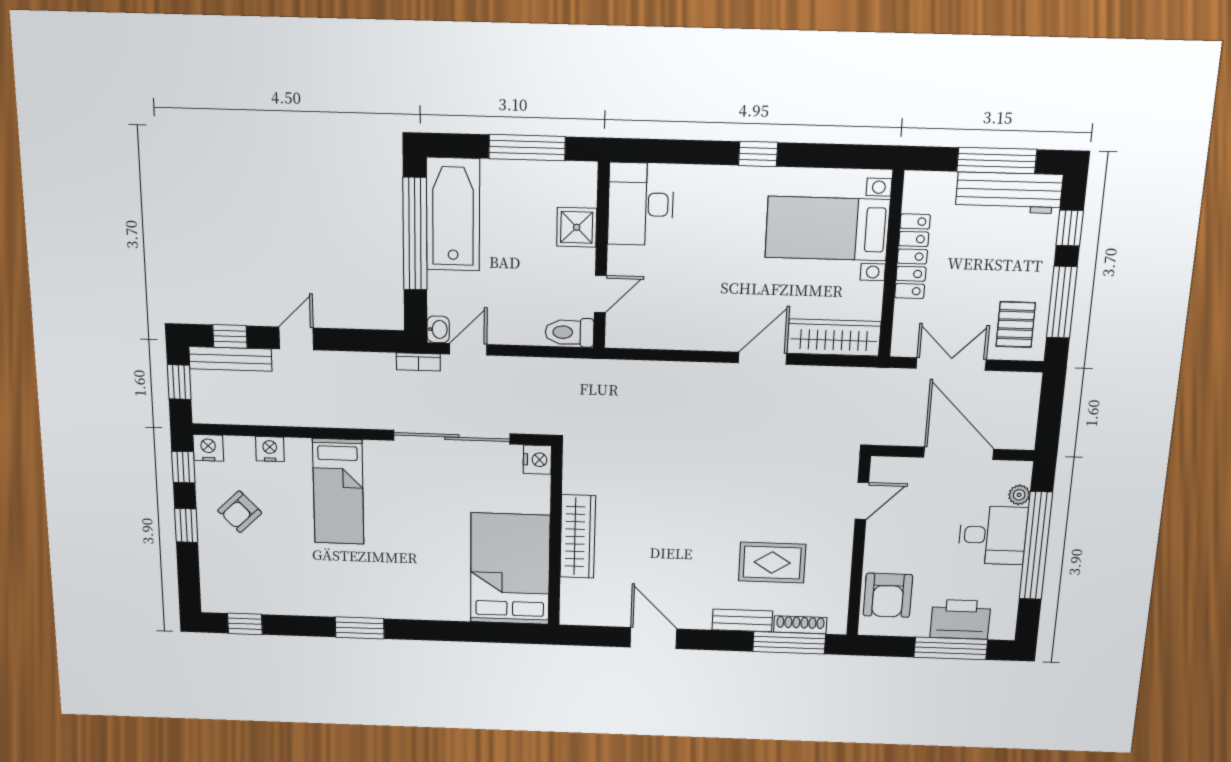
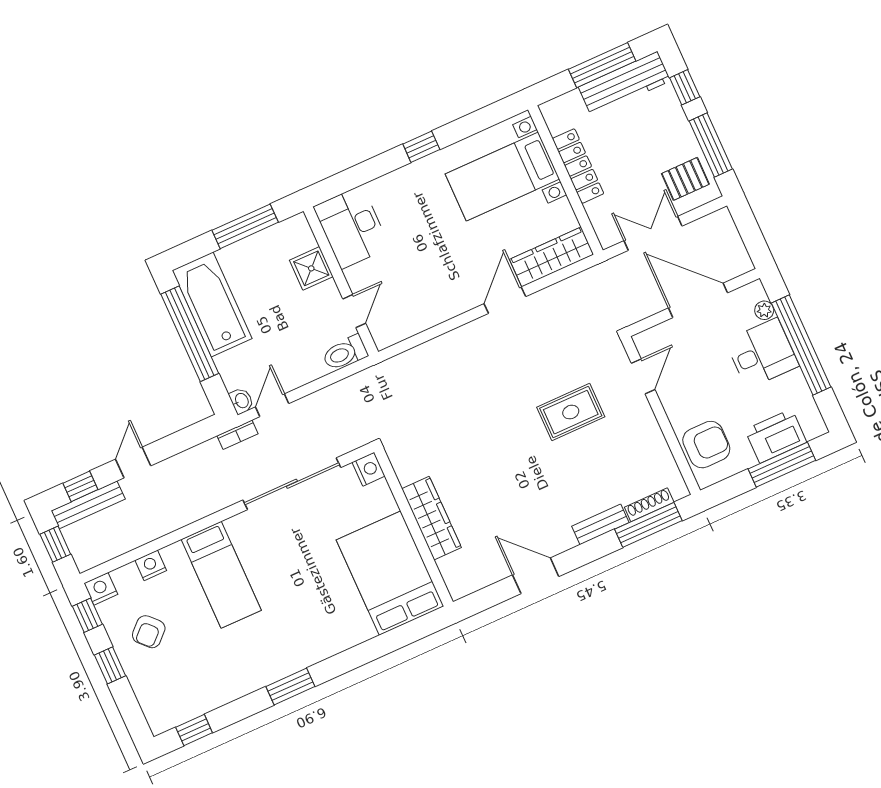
pallet: (1016, 325) -> (685, 179), turned 90
rug: (772, 563) -> (571, 412), moved
armchair: (888, 595) -> (706, 445), turned -90

